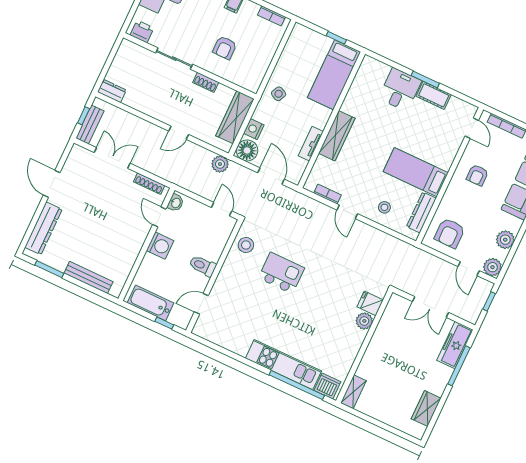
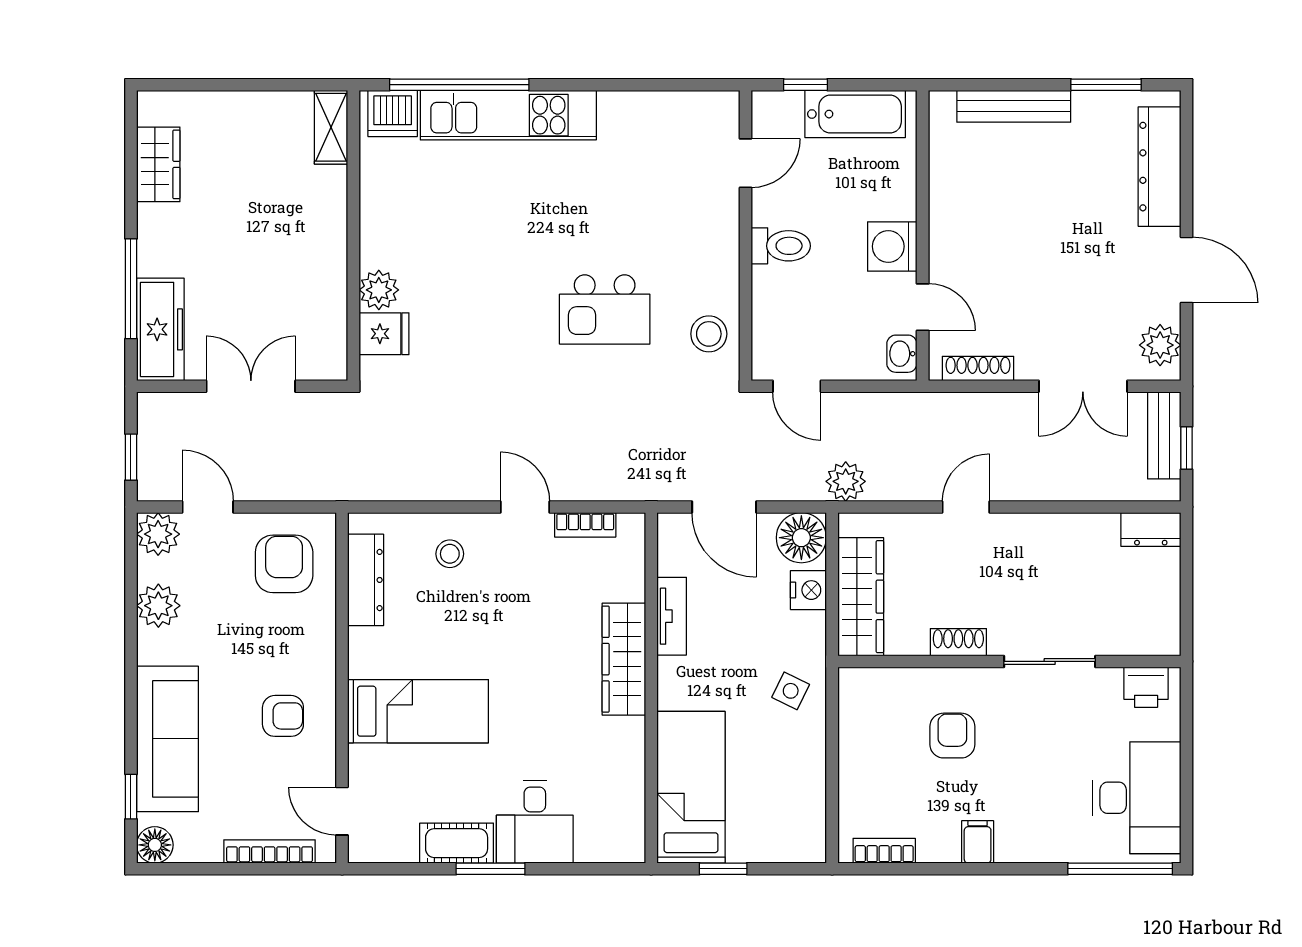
plant: (75, 160) -> (1160, 345), added
bed: (416, 172) -> (418, 711), moved
armchair: (477, 175) -> (283, 716), turned 90

